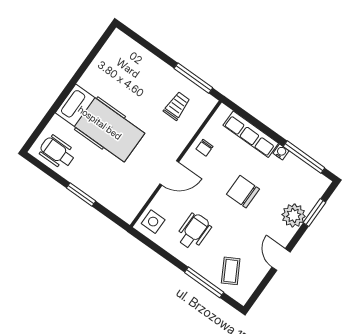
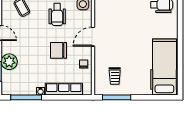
hospital bed: (100, 123) -> (164, 67), moved, turned 90
chair: (243, 192) -> (58, 50), moved, turned 180

